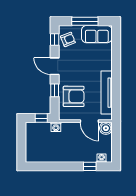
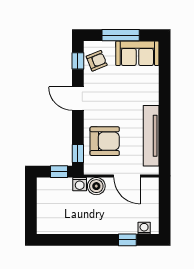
window: (55, 90) -> (78, 154), moved
boiler: (106, 128) -> (96, 186), moved

